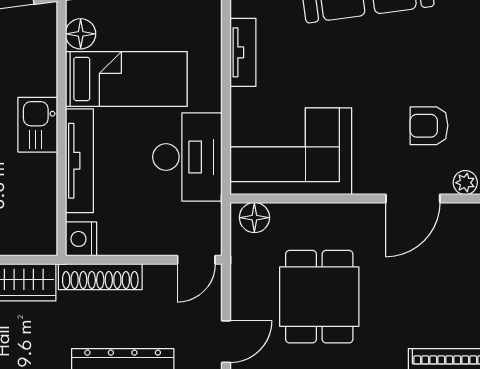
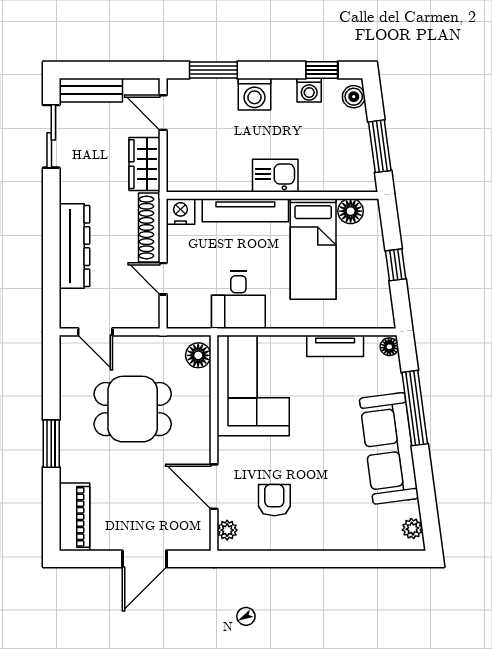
desk: (187, 157) -> (238, 300), width x0.73
door: (196, 260) -> (163, 279), moved

